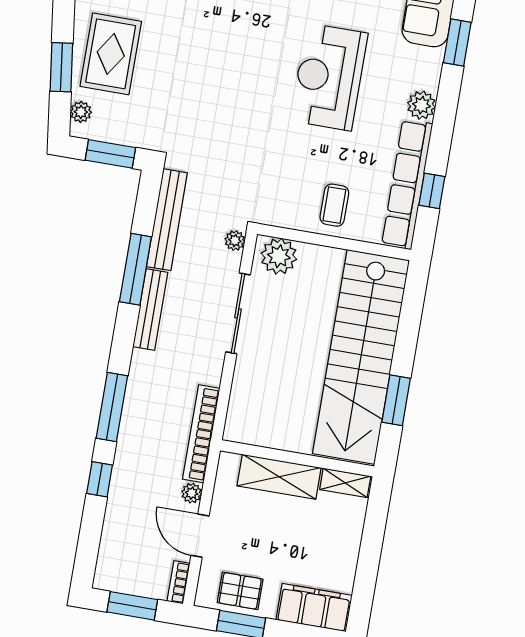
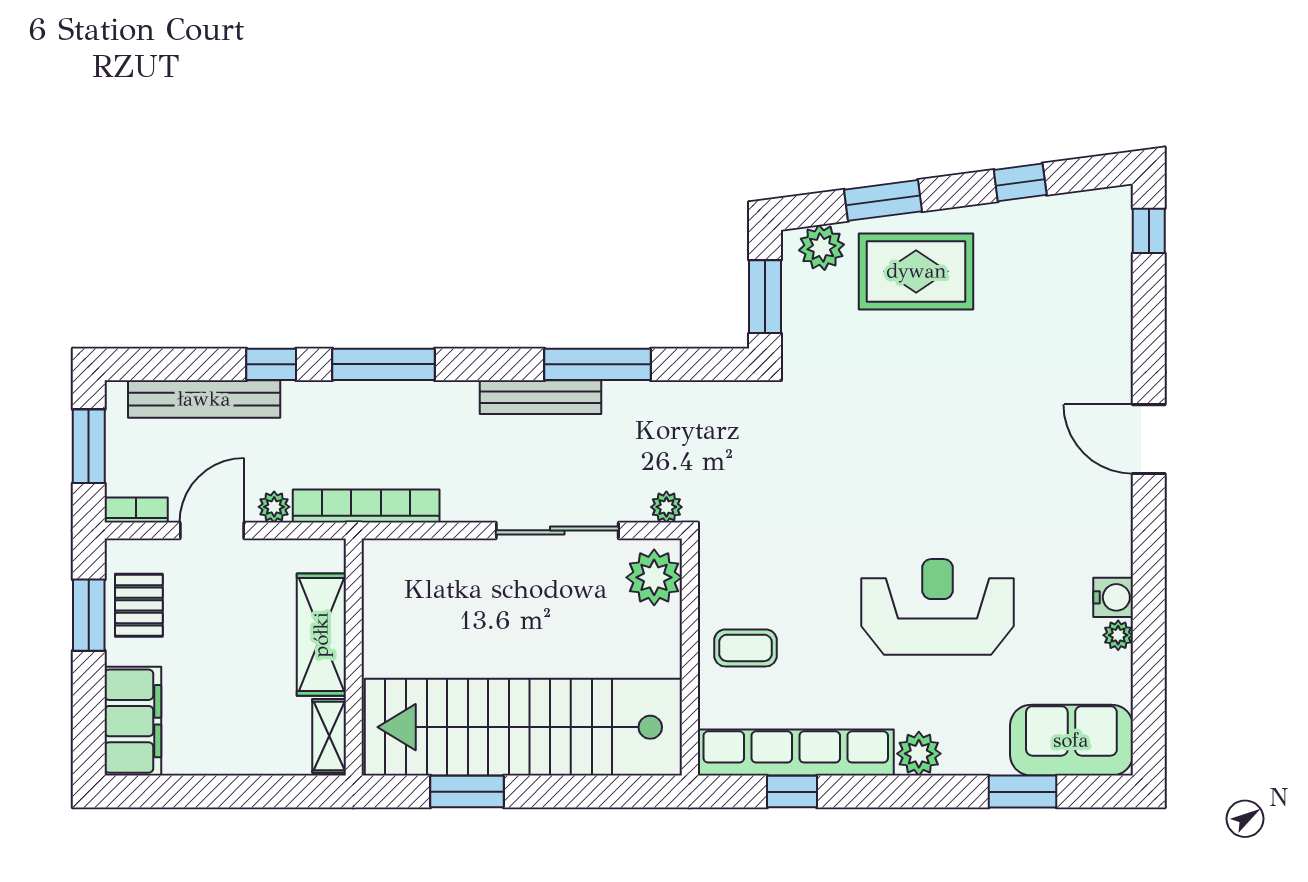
plant: (81, 112) -> (822, 247), width x1.38, depth x1.38
bench: (167, 220) -> (204, 399), moved

